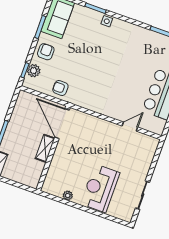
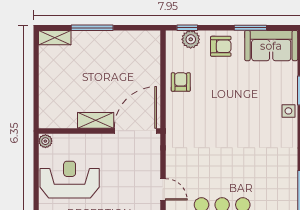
door: (62, 124) -> (135, 131), moved
shelving: (45, 148) -> (96, 120), moved
wall: (53, 148) -> (100, 131), moved

